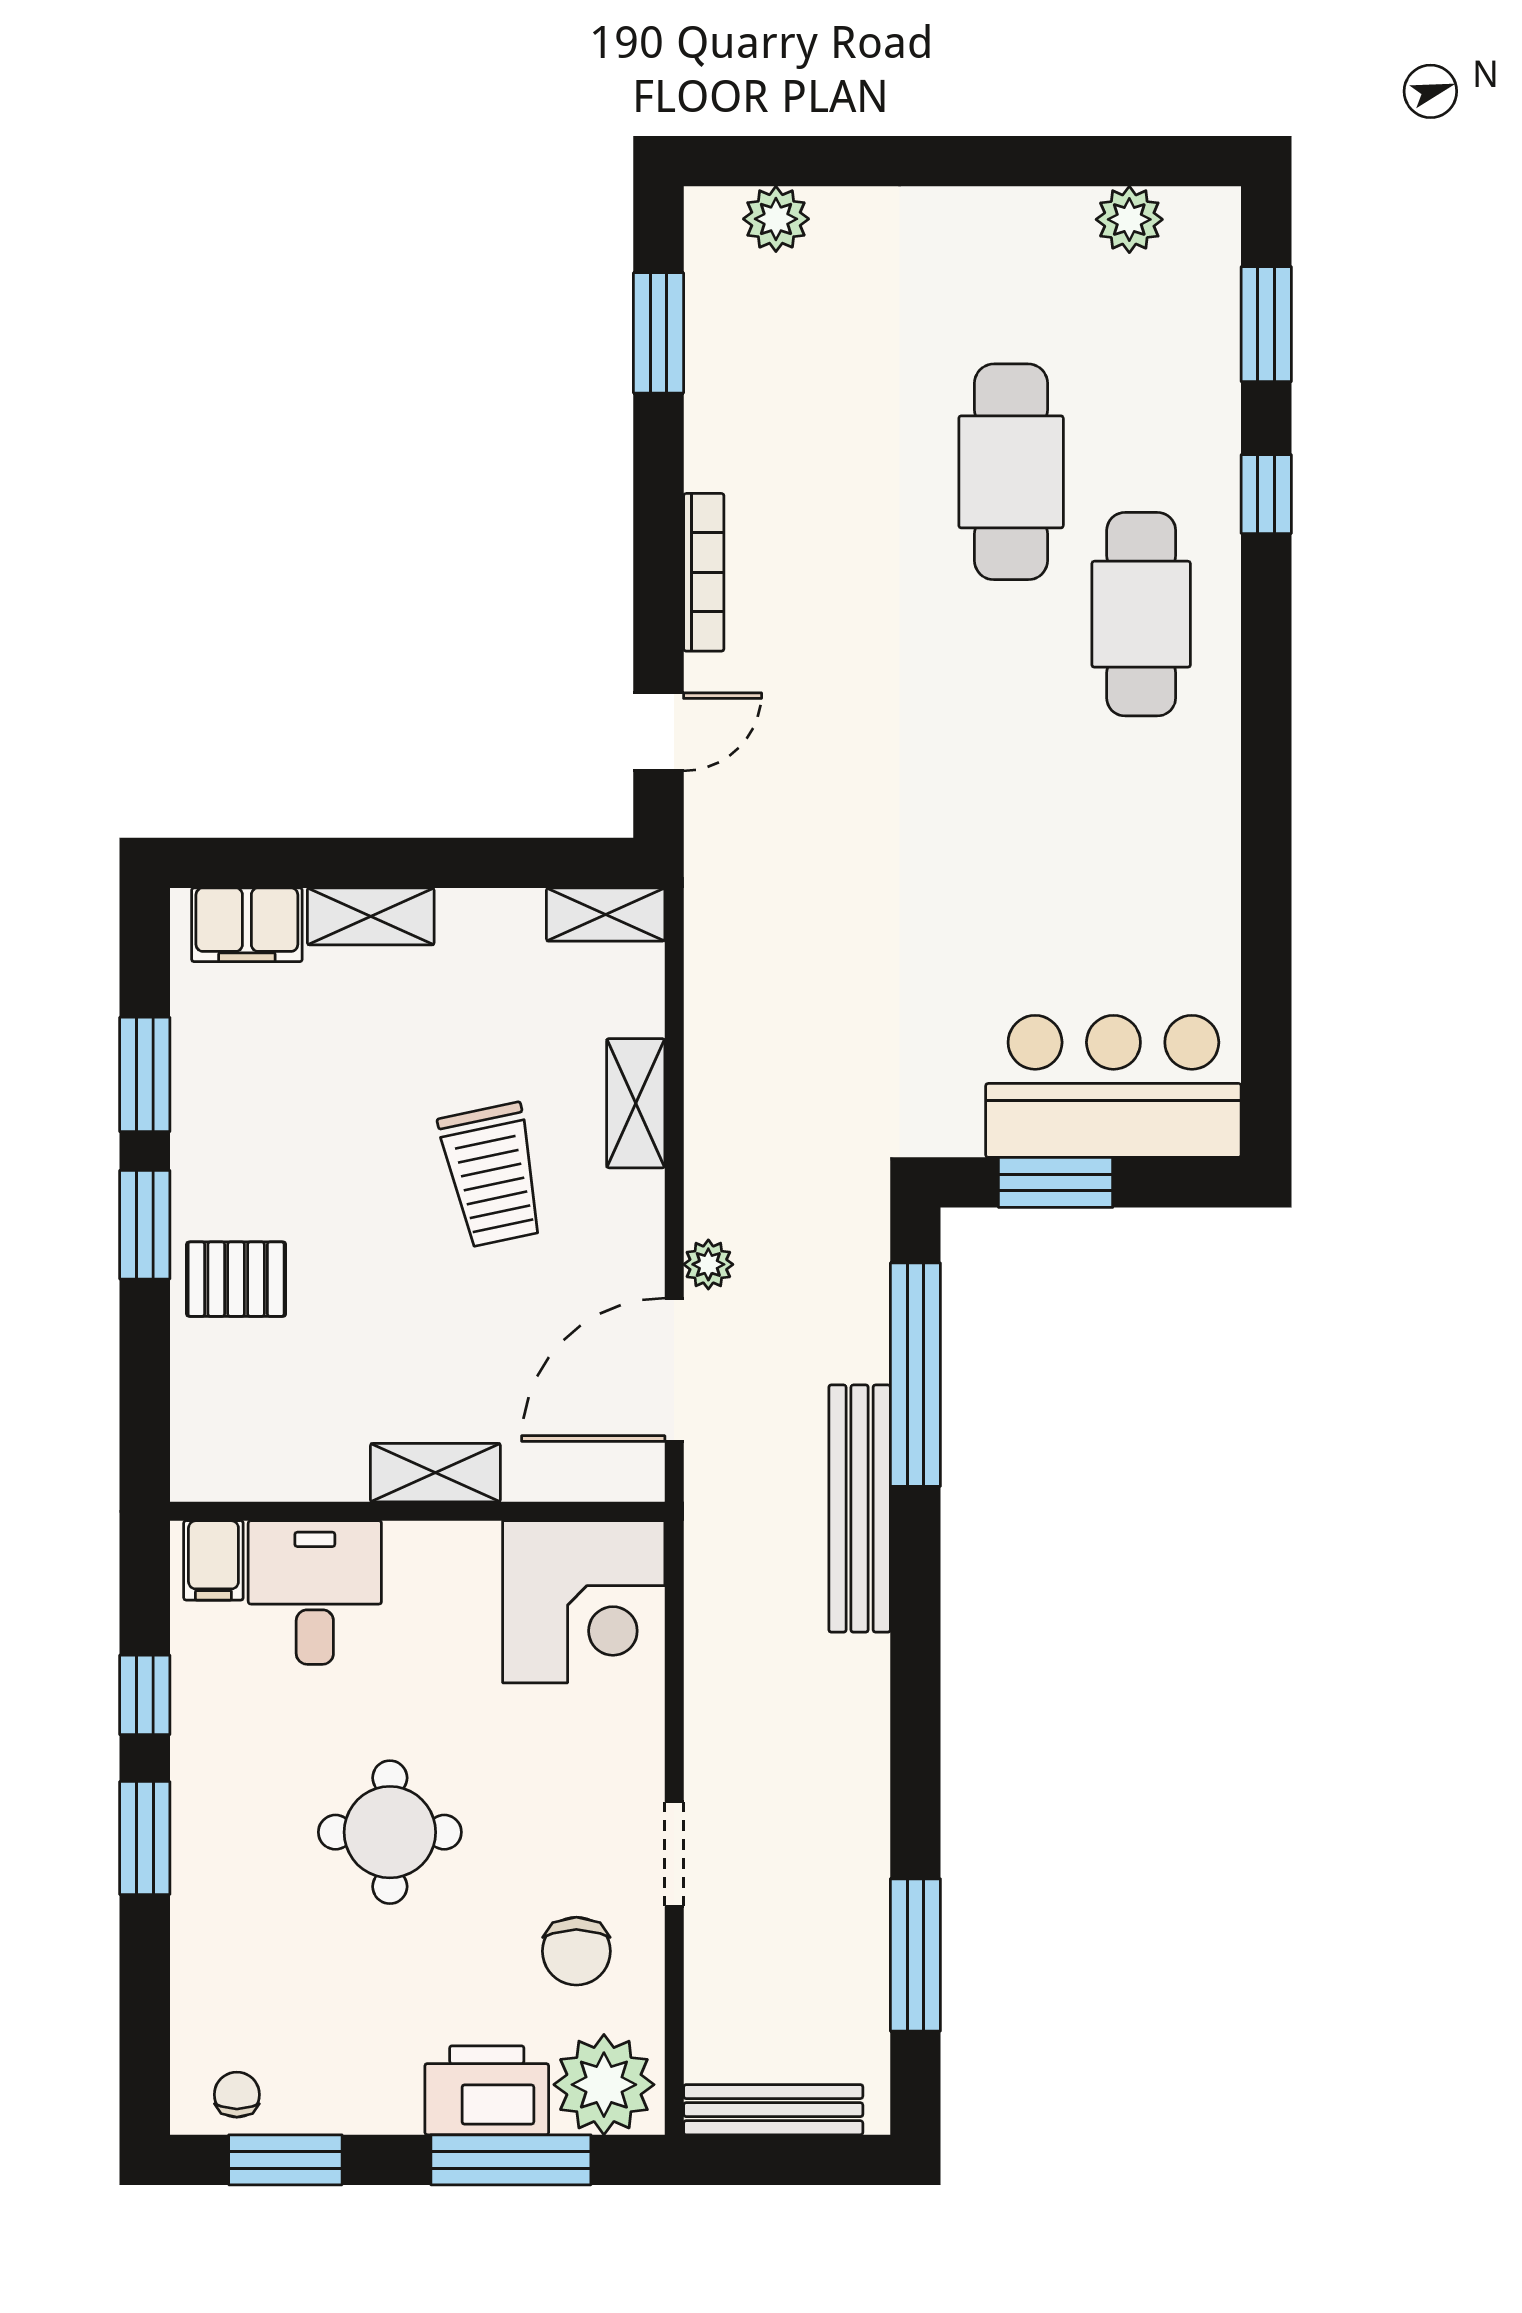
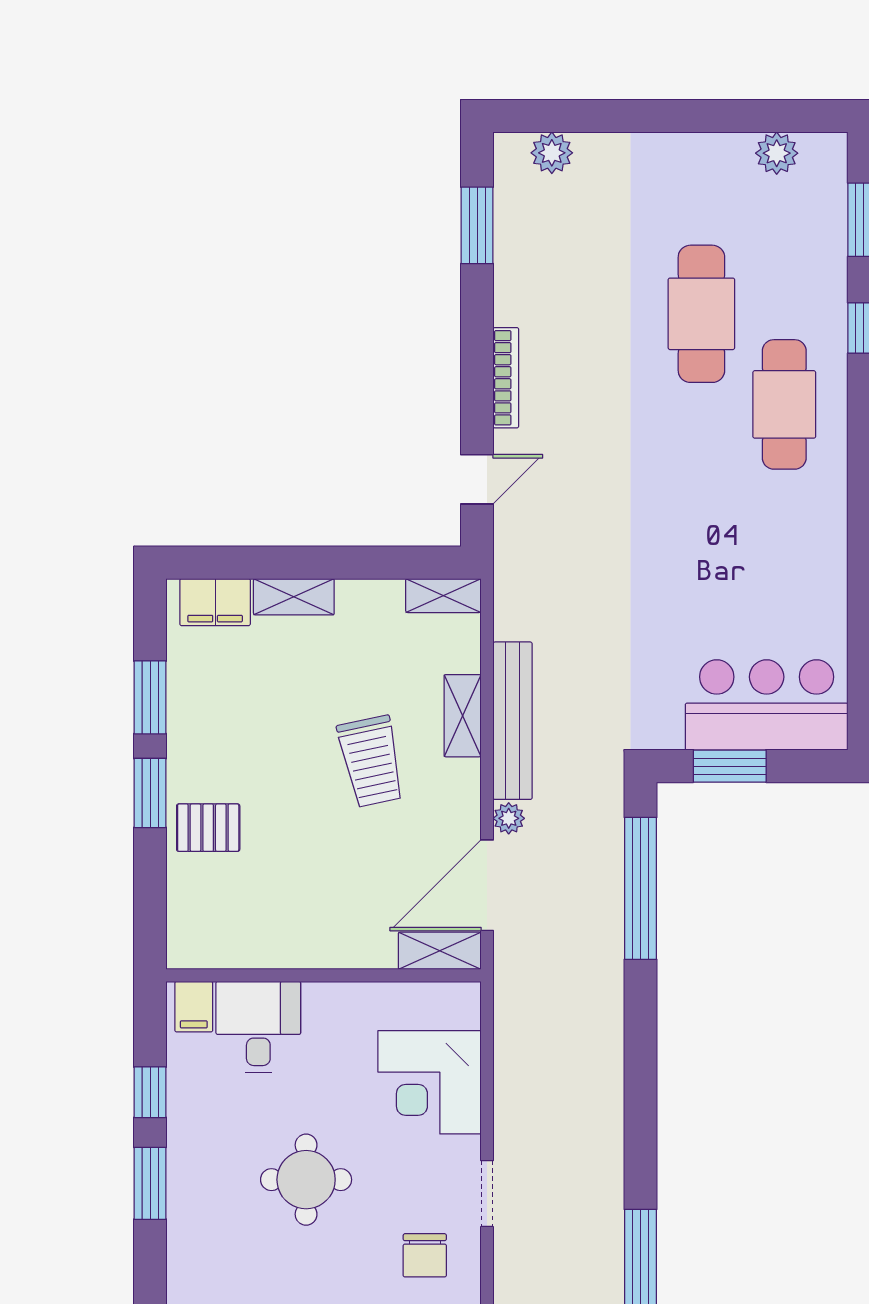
shelving: (435, 1473) -> (440, 951), moved
bench: (860, 1509) -> (513, 721), moved
corner desk: (584, 1602) -> (429, 1082), moved, turned 90

